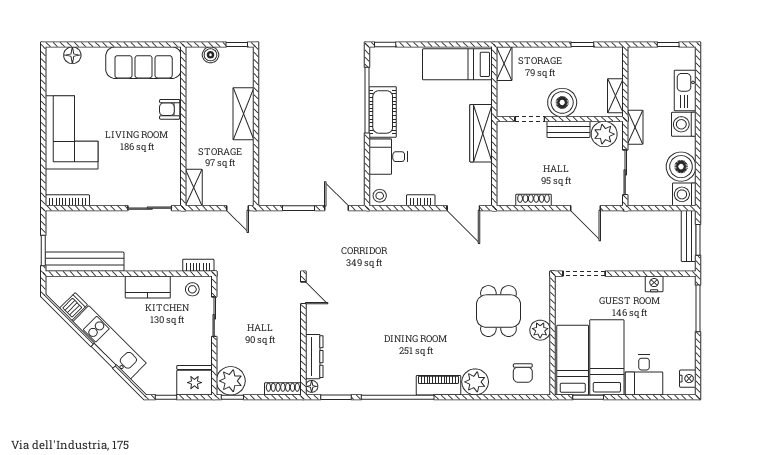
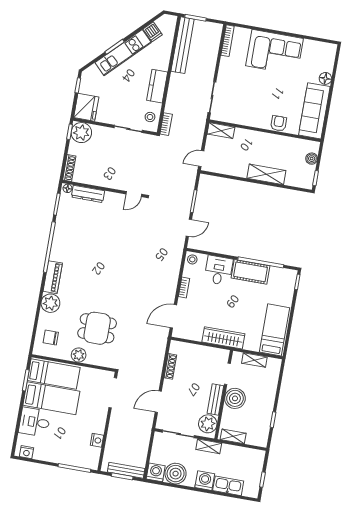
floor lamp: (72, 55) -> (325, 78), moved
shelving: (504, 64) -> (254, 360), moved

